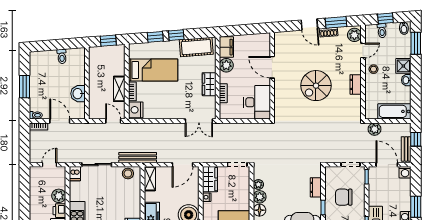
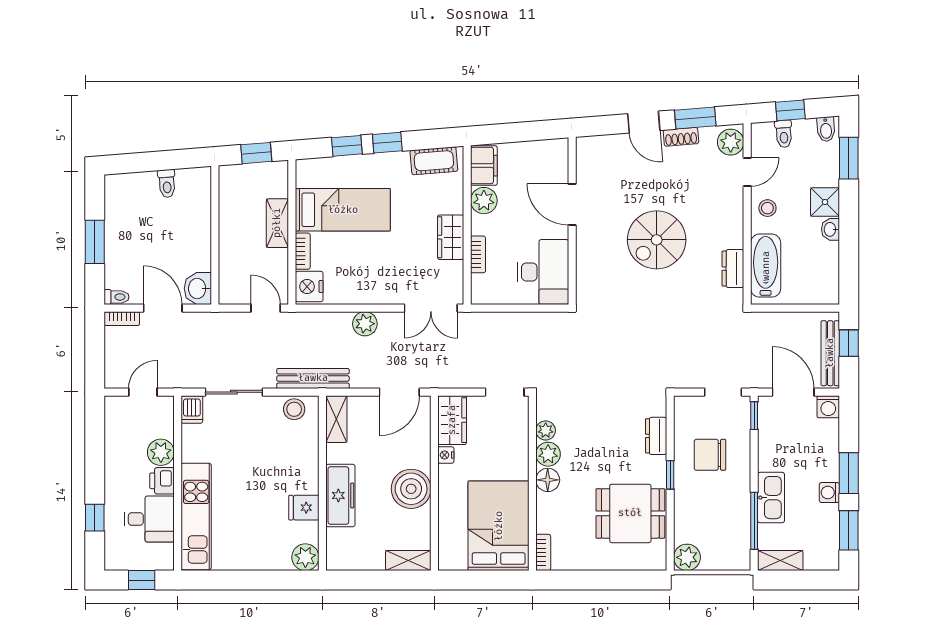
cot: (196, 47) -> (434, 161), width x0.73, depth x0.75
dresser: (356, 84) -> (733, 269), moved
shelving: (119, 89) -> (277, 223), moved
washbasin: (78, 94) -> (198, 288), moved
bathtub: (394, 111) -> (766, 266), moved, turned 90
plant: (374, 129) -> (365, 324), moved
bench: (406, 149) -> (830, 353), width x1.36

